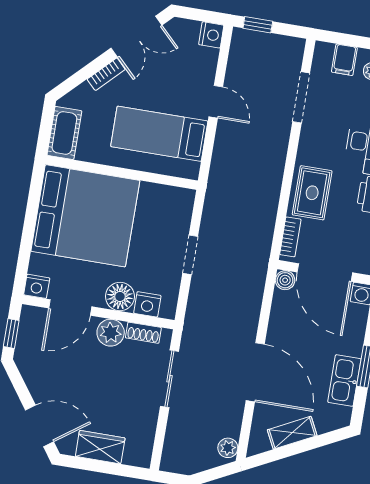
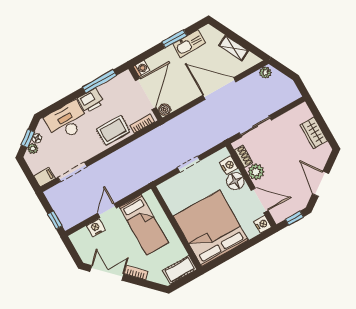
nightstand: (211, 35) -> (96, 228), moved
filing cabinet: (344, 60) -> (44, 177), moved
door: (255, 372) -> (219, 89), hinge flipped
door: (39, 426) -> (321, 184), moved

